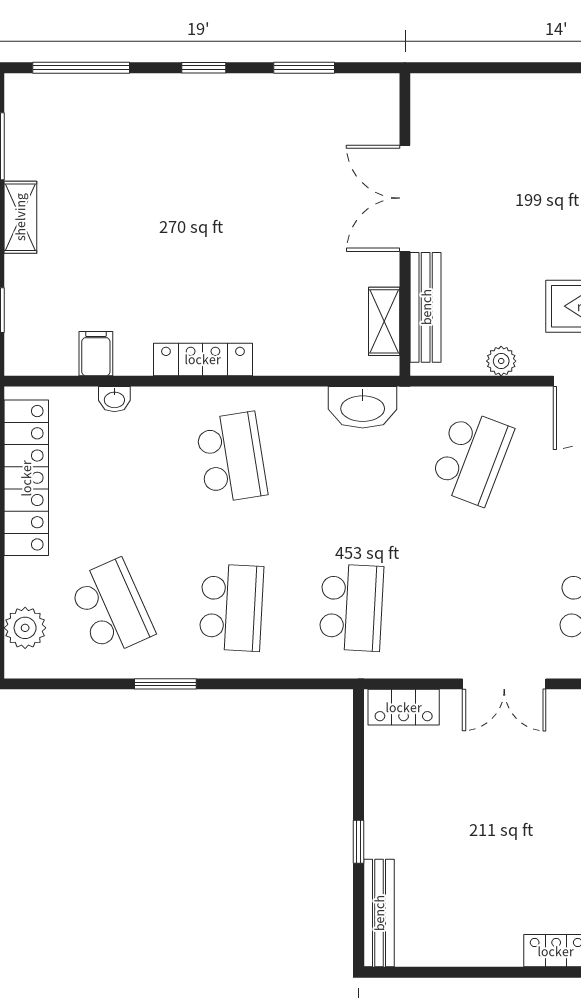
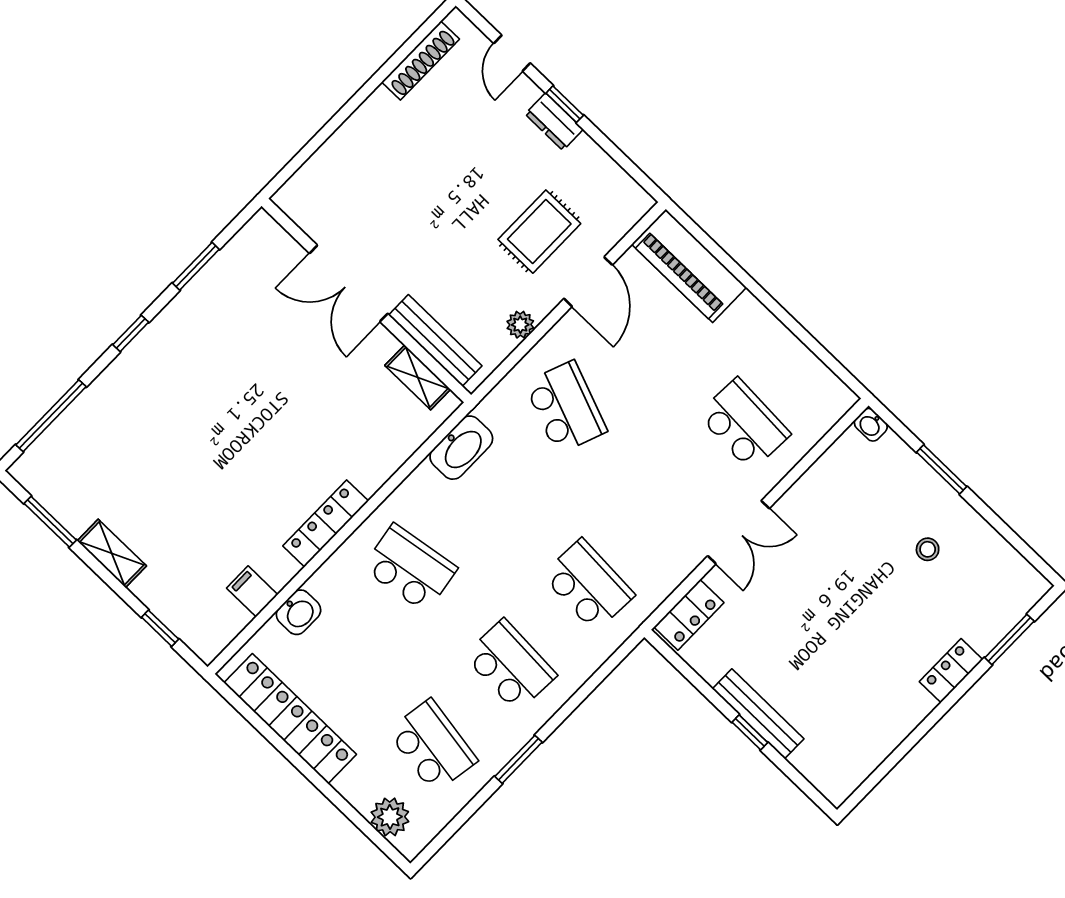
washbasin: (114, 399) -> (299, 612), width x1.38, depth x1.45
school desk: (111, 608) -> (432, 746), turned 33
bench: (379, 913) -> (758, 714), moved

